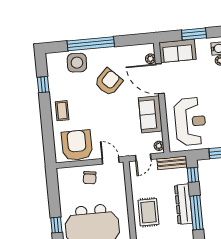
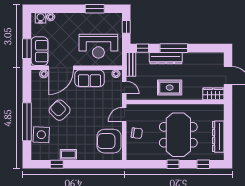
window: (194, 34) -> (27, 49), moved
coffee table: (62, 111) -> (68, 154), moved
reception desk: (190, 122) -> (98, 46), turned 180

